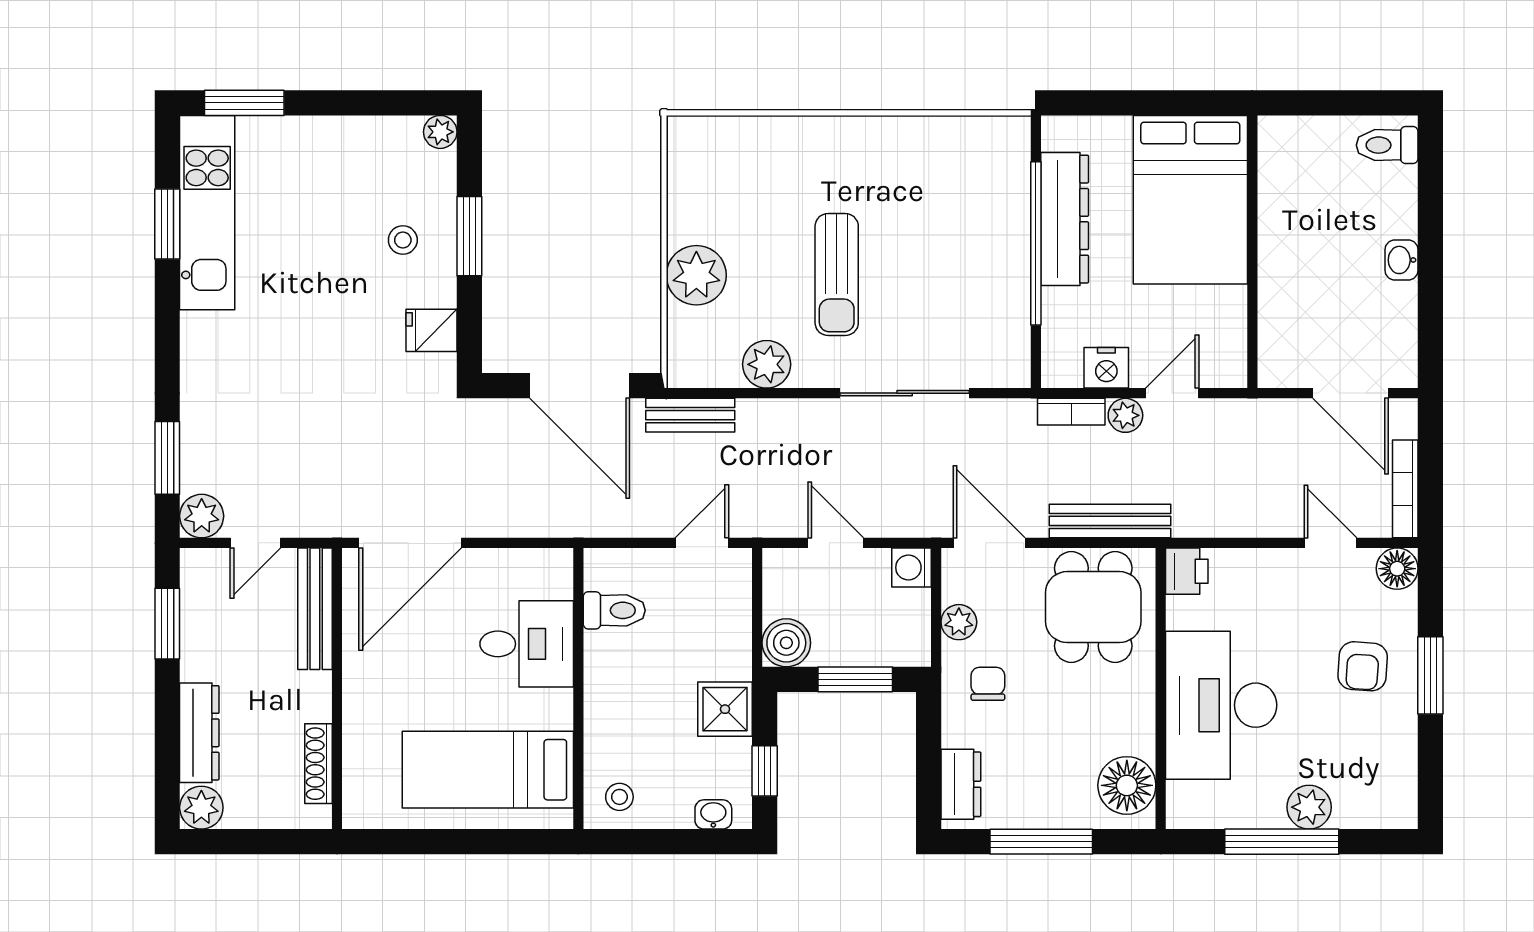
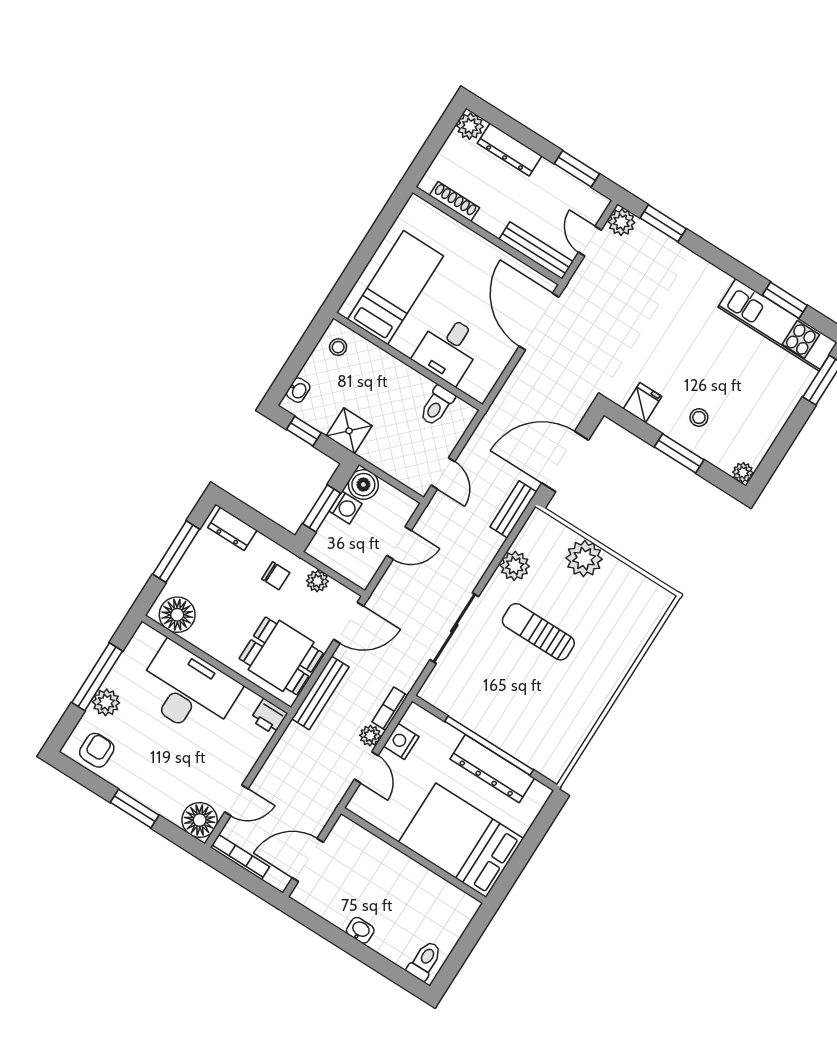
washing machine: (912, 568) -> (346, 507), moved, turned 90
floor lamp: (1397, 569) -> (200, 820), width x1.38, depth x1.38
armchair: (1363, 666) -> (97, 750), moved, turned 86

